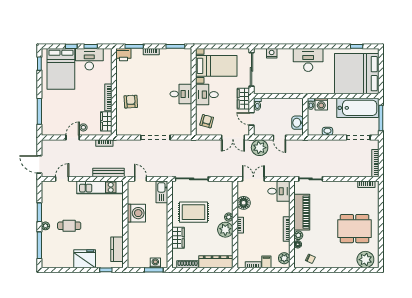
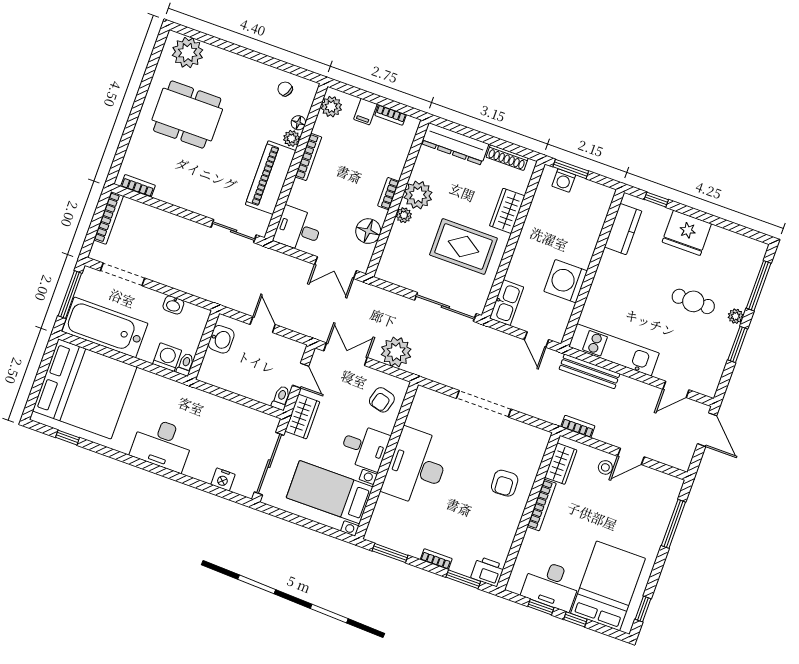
desk: (181, 94) -> (416, 467), width x1.87, depth x1.30
plant: (260, 148) -> (396, 352), moved

